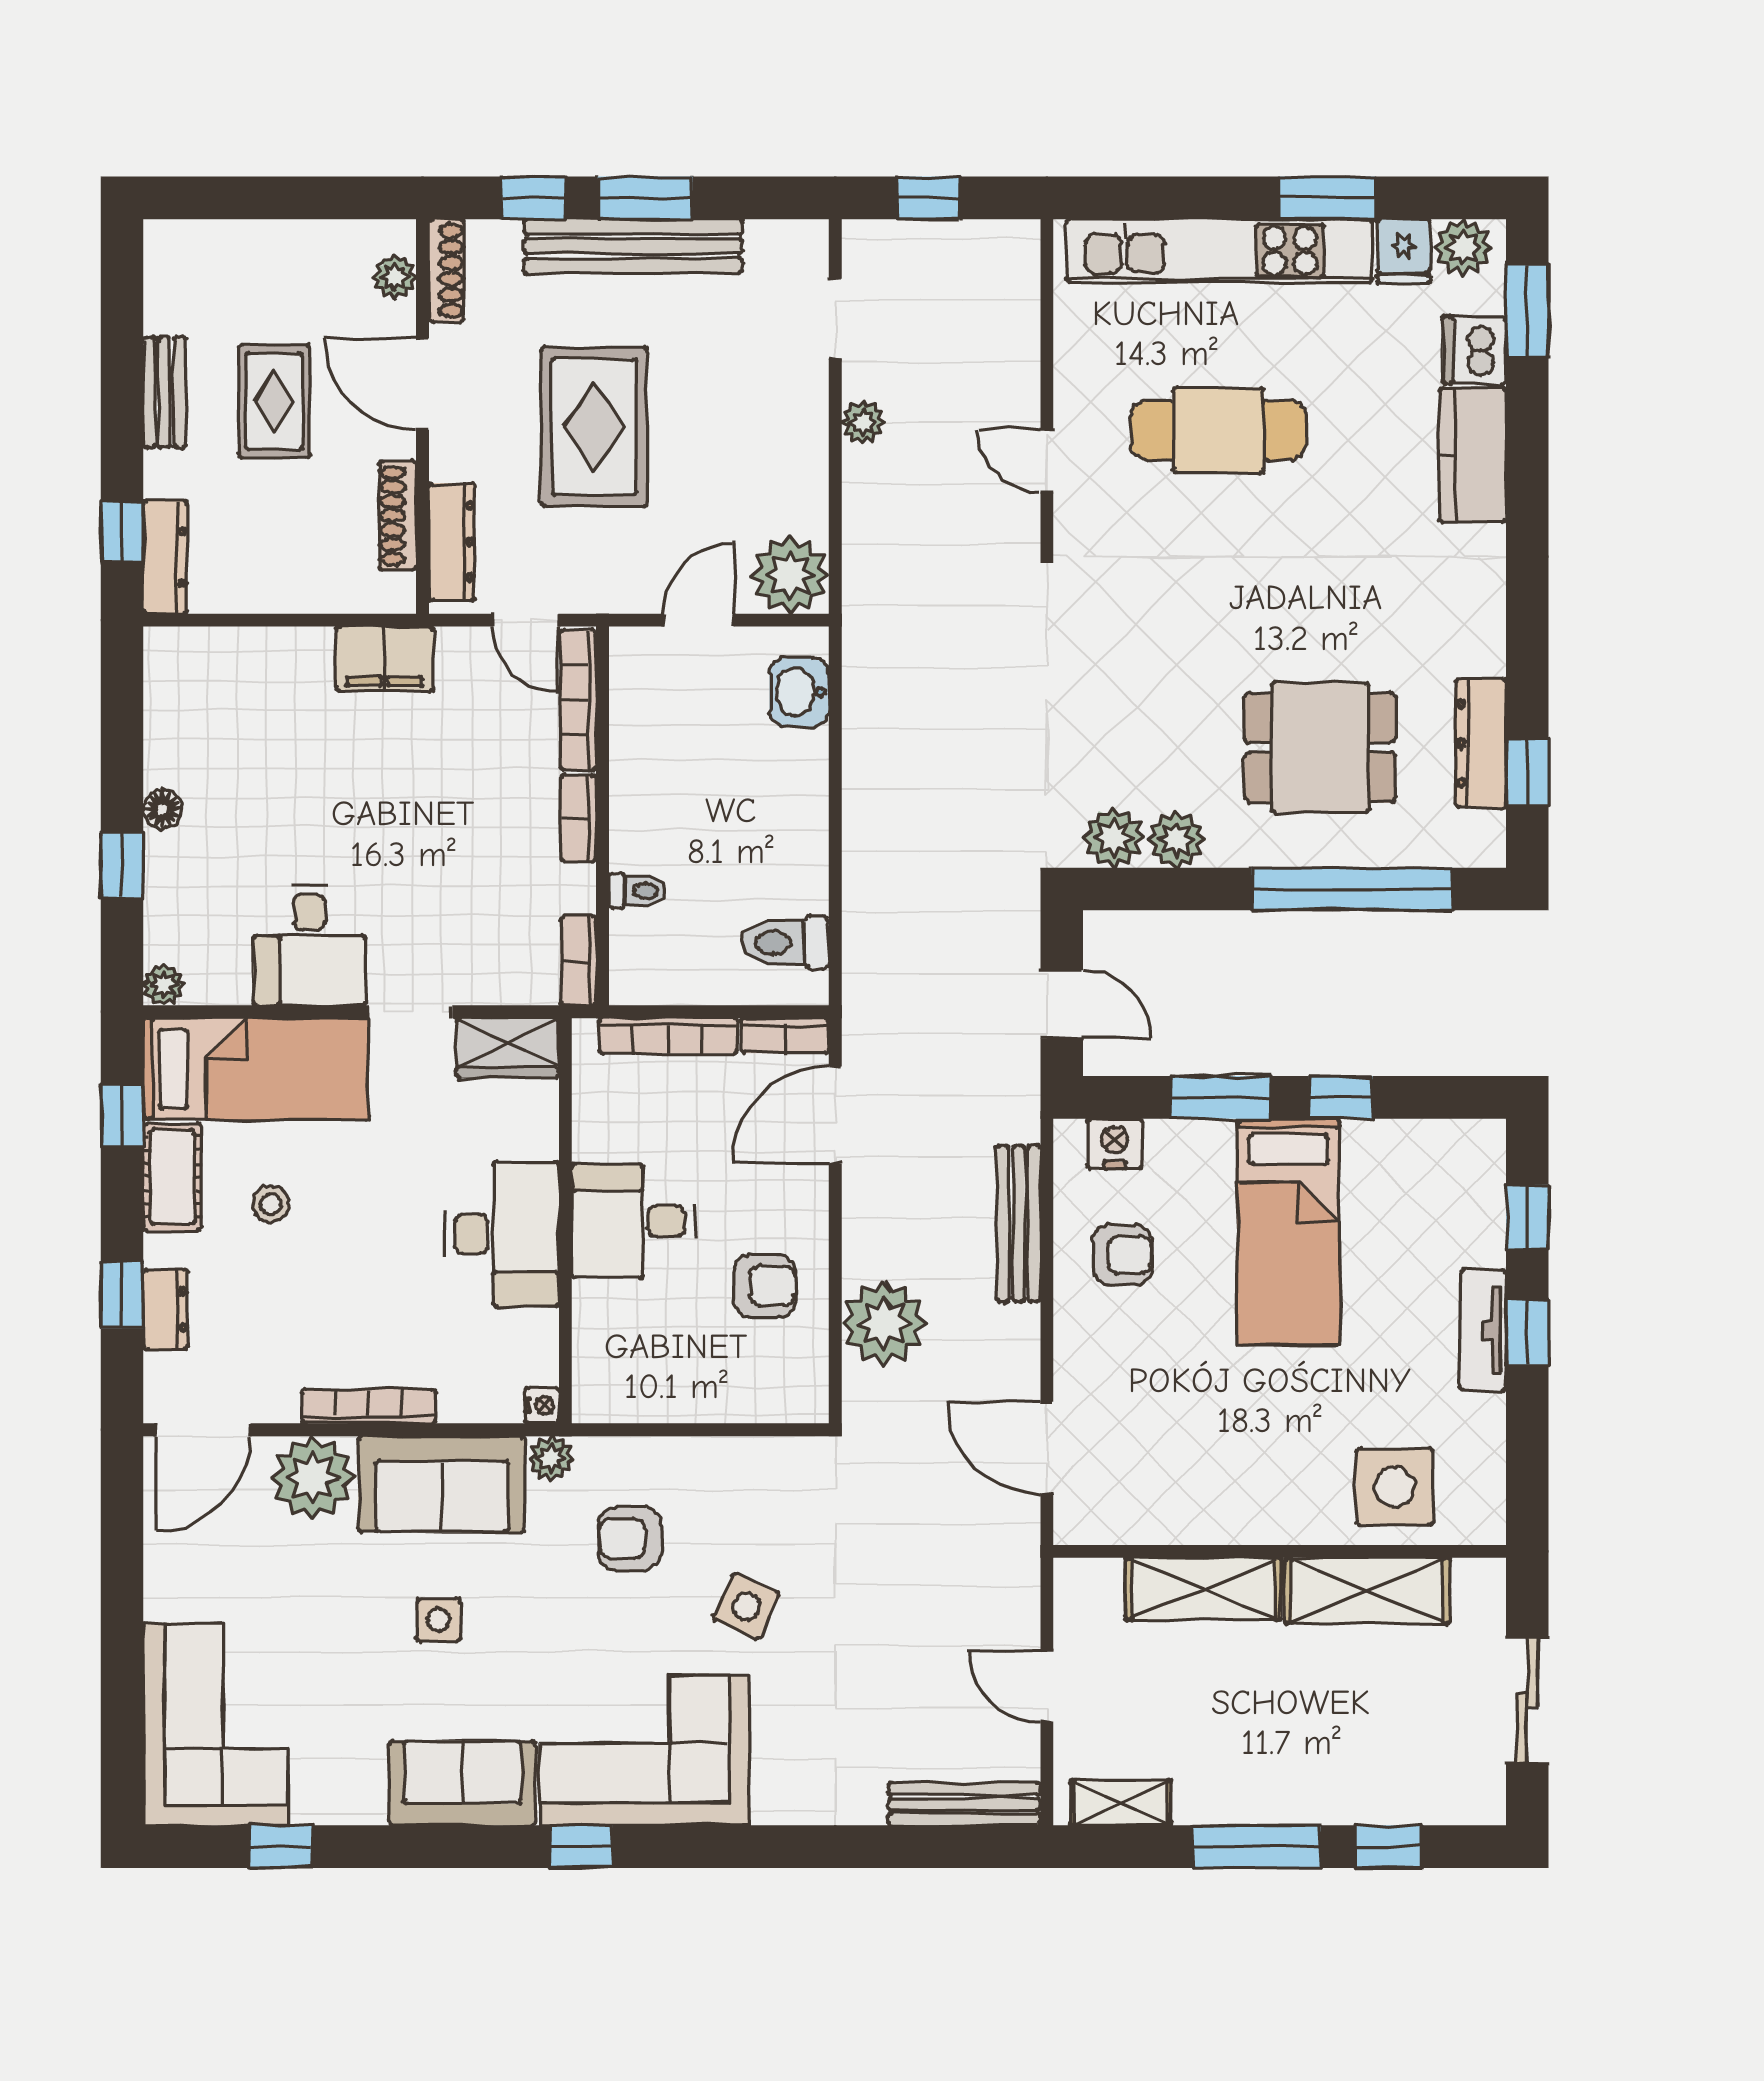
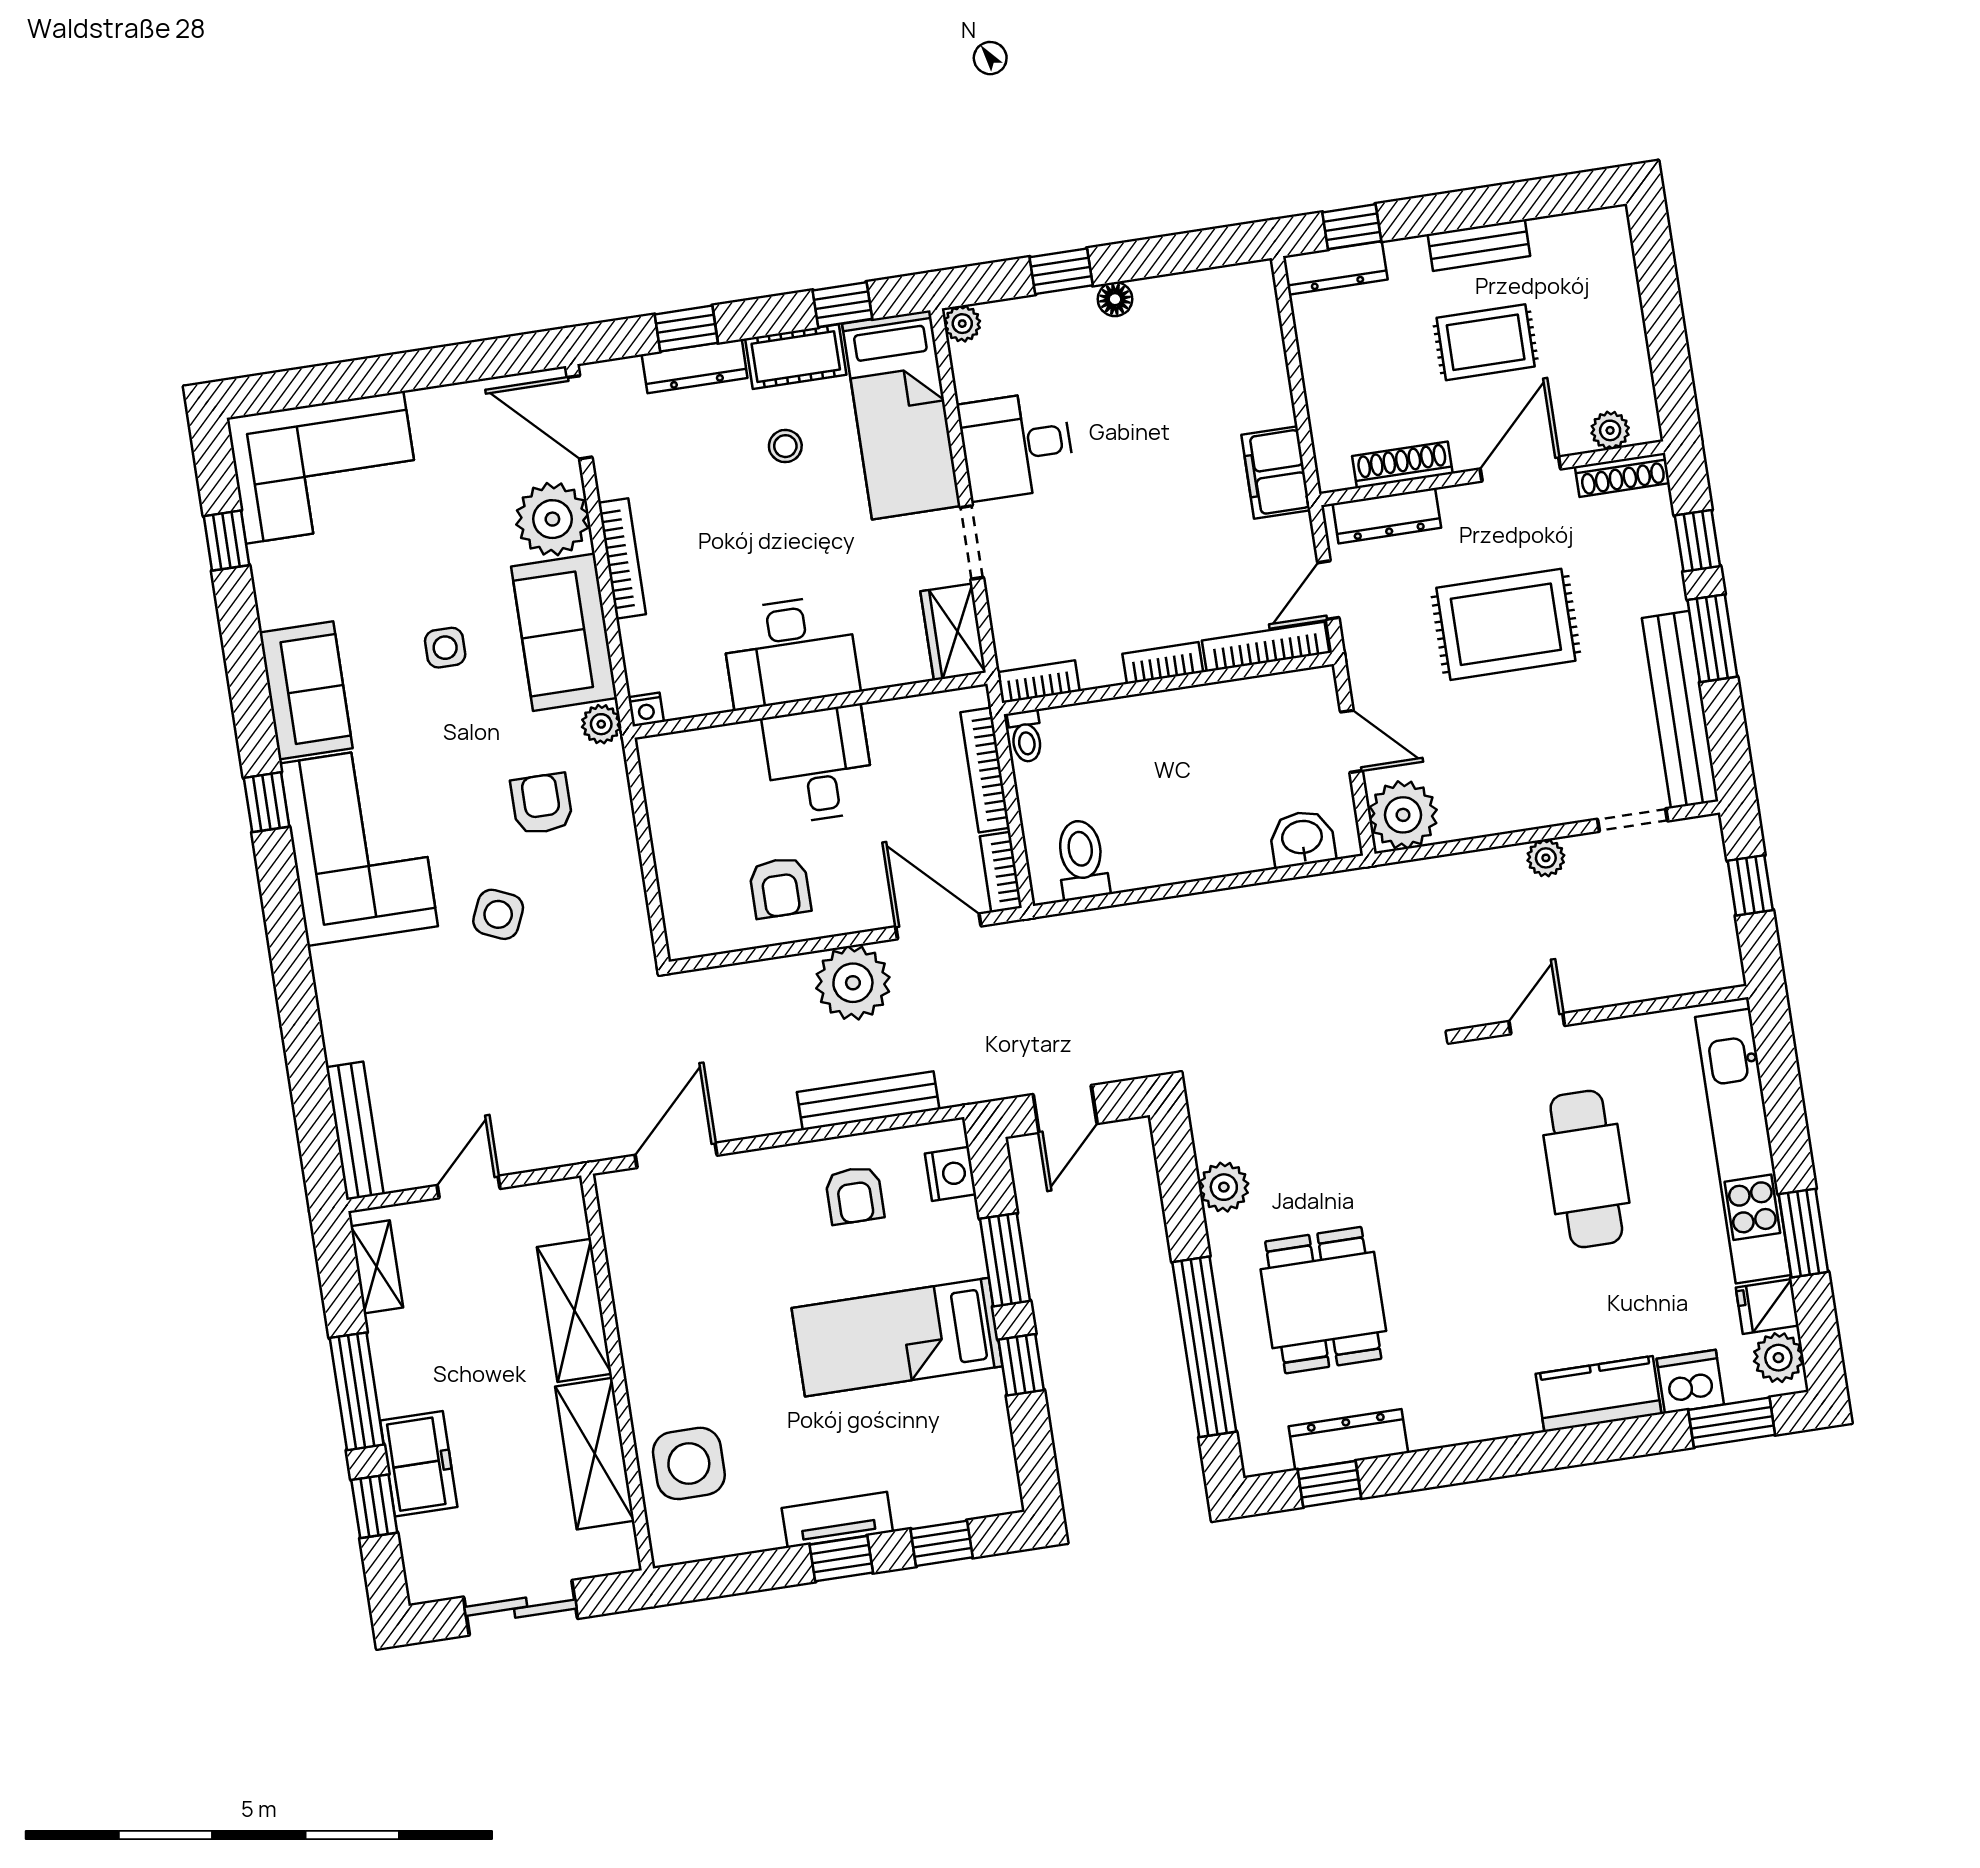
bench: (633, 246) -> (1680, 710), moved
plant: (1114, 837) -> (1217, 1132), removed
toilet: (637, 891) -> (1026, 736), moved
dresser: (166, 1309) -> (695, 366), width x1.44
plant: (884, 1323) -> (853, 983), moved
freezer: (1349, 1790) -> (419, 1464), added

